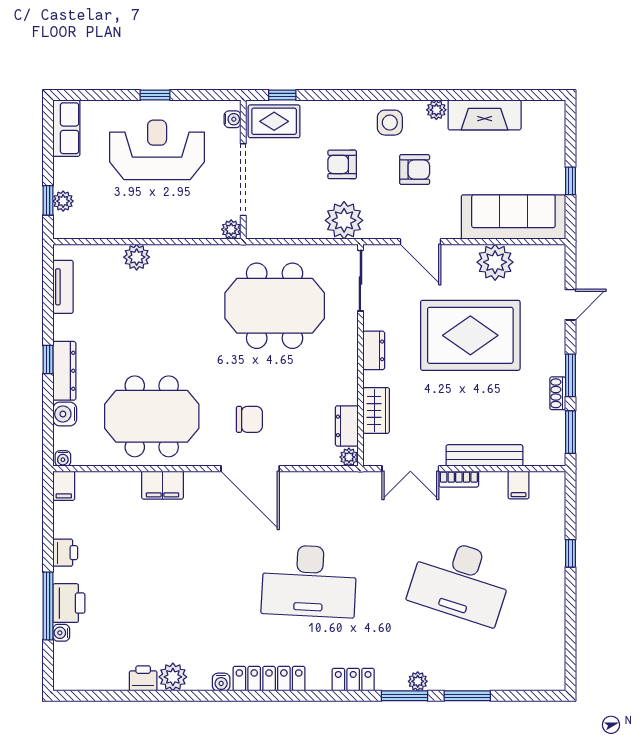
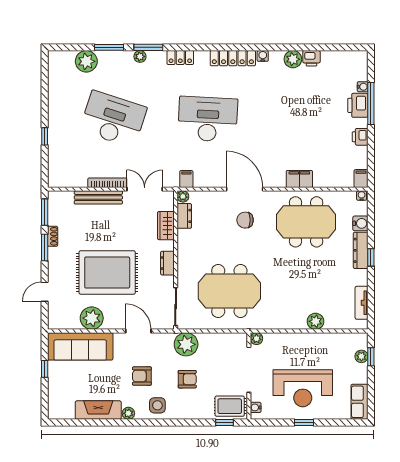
bookcase: (459, 479) -> (107, 183), width x1.56
filing cabinet: (519, 485) -> (186, 179), moved
plant: (504, 673) -> (86, 61), added

